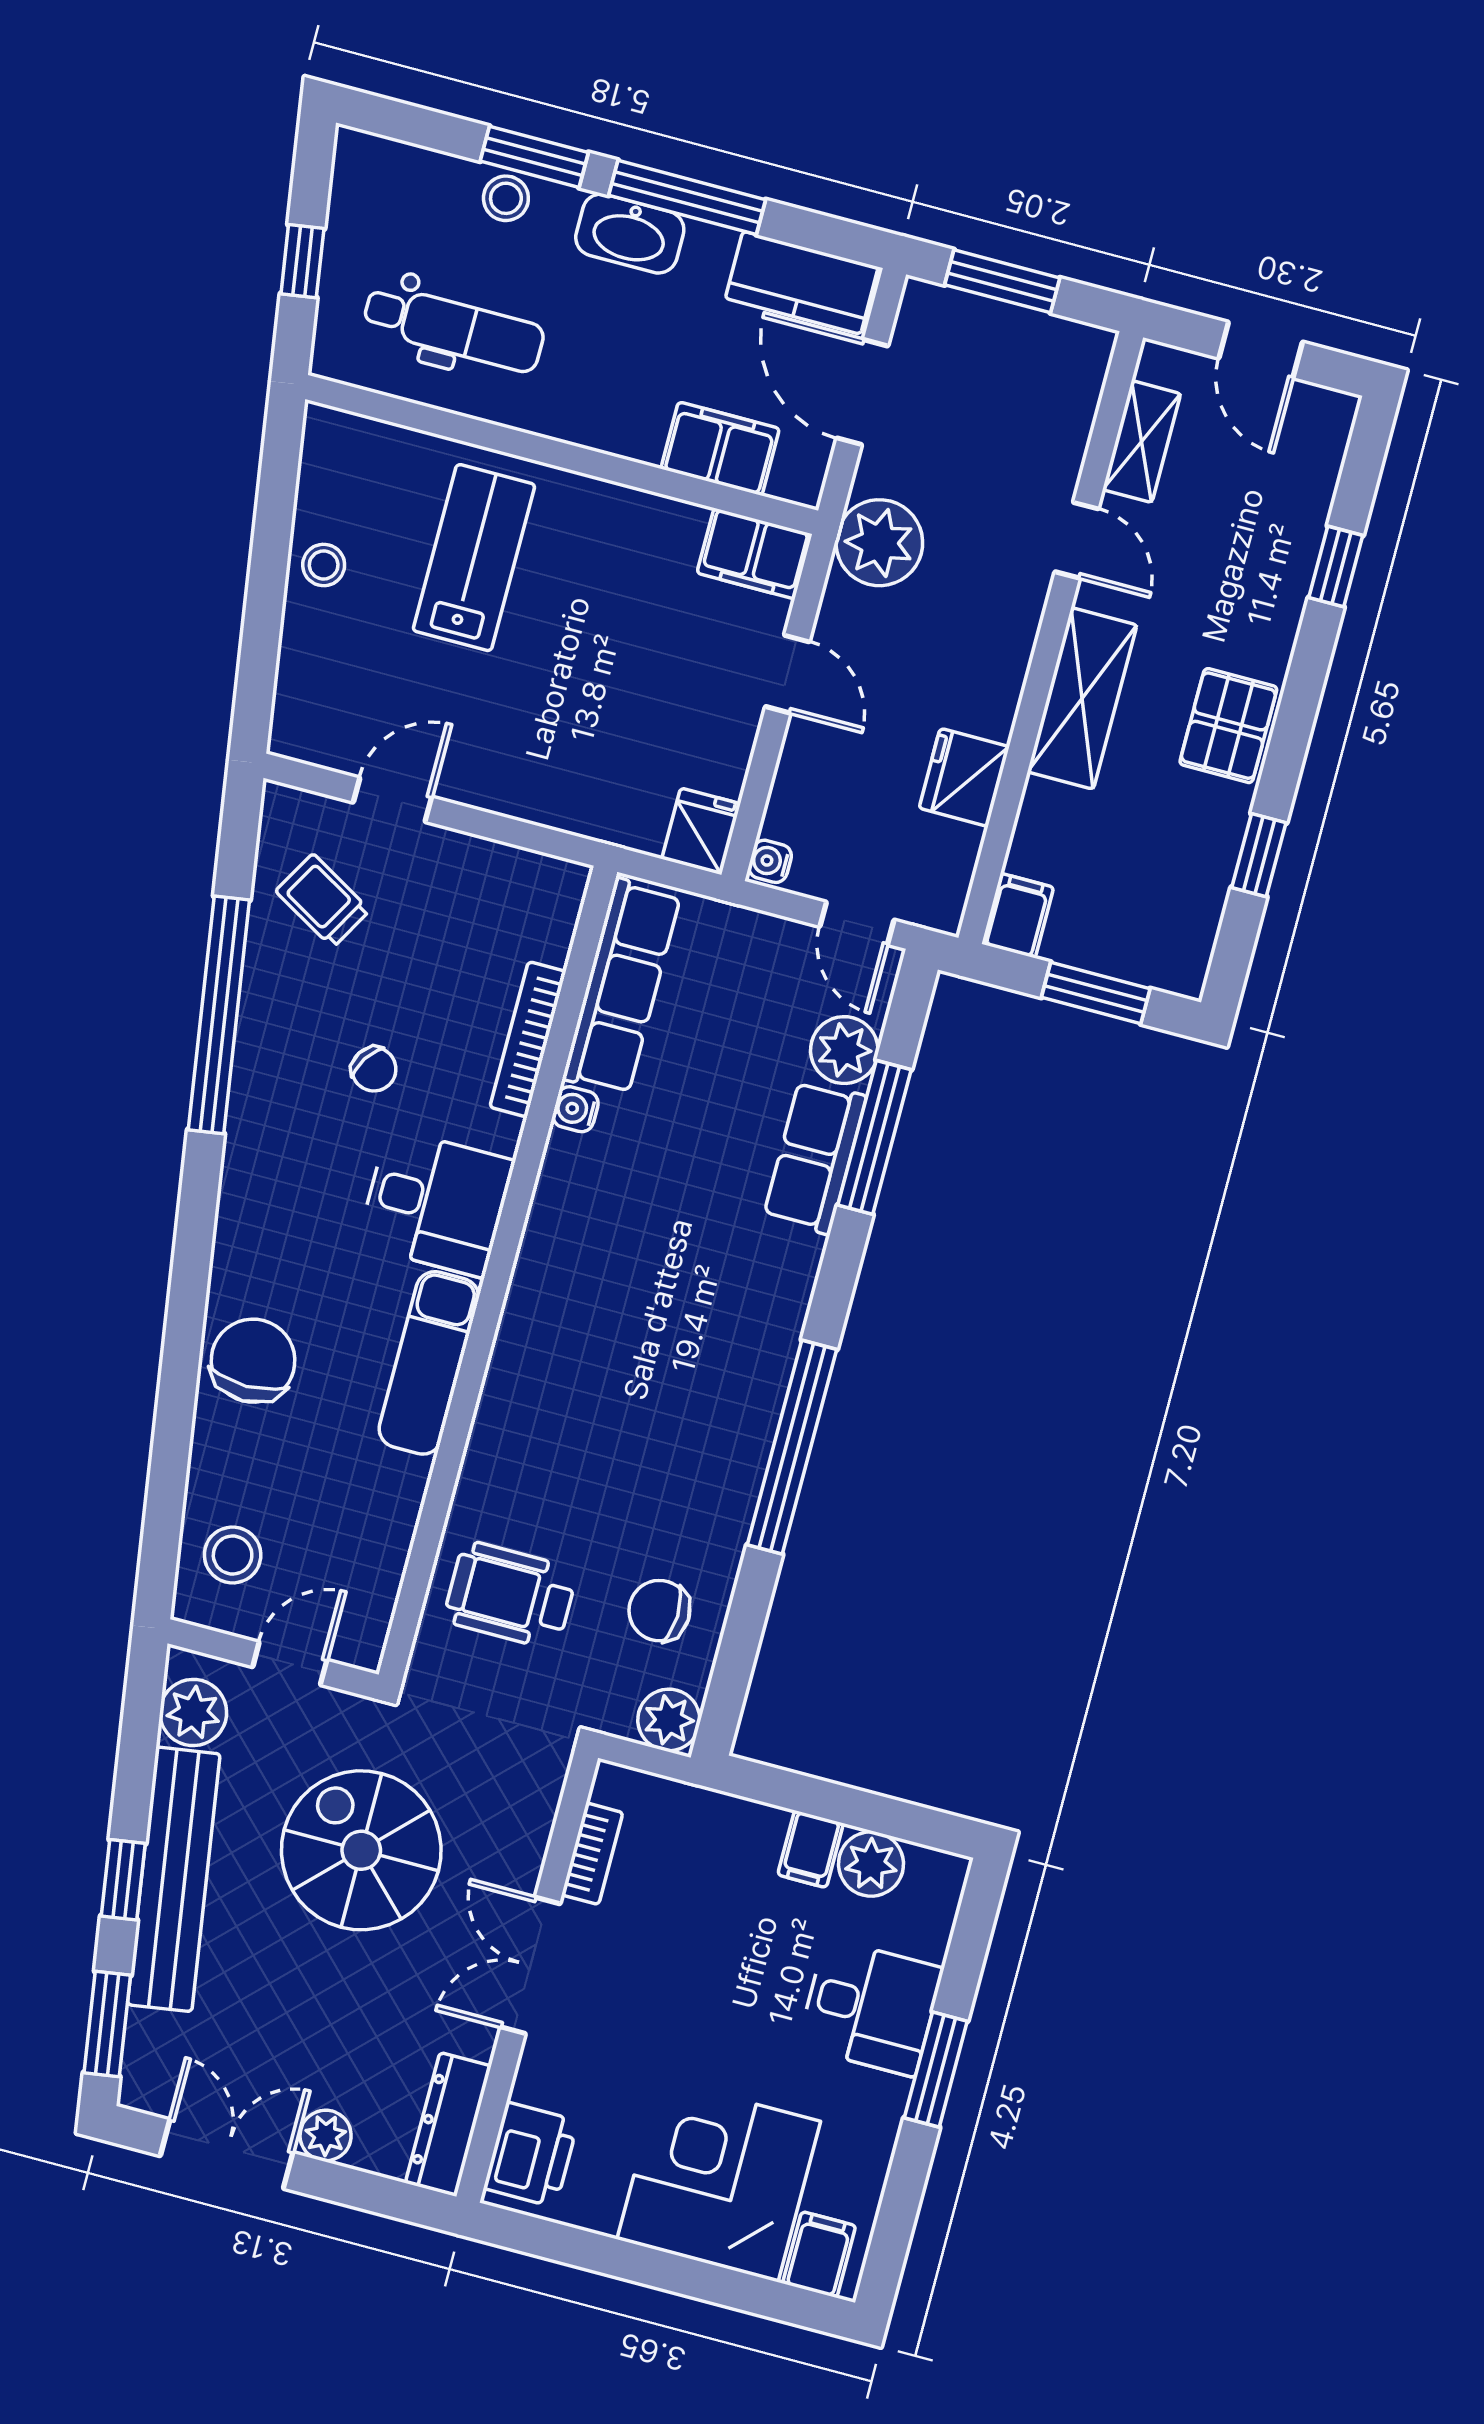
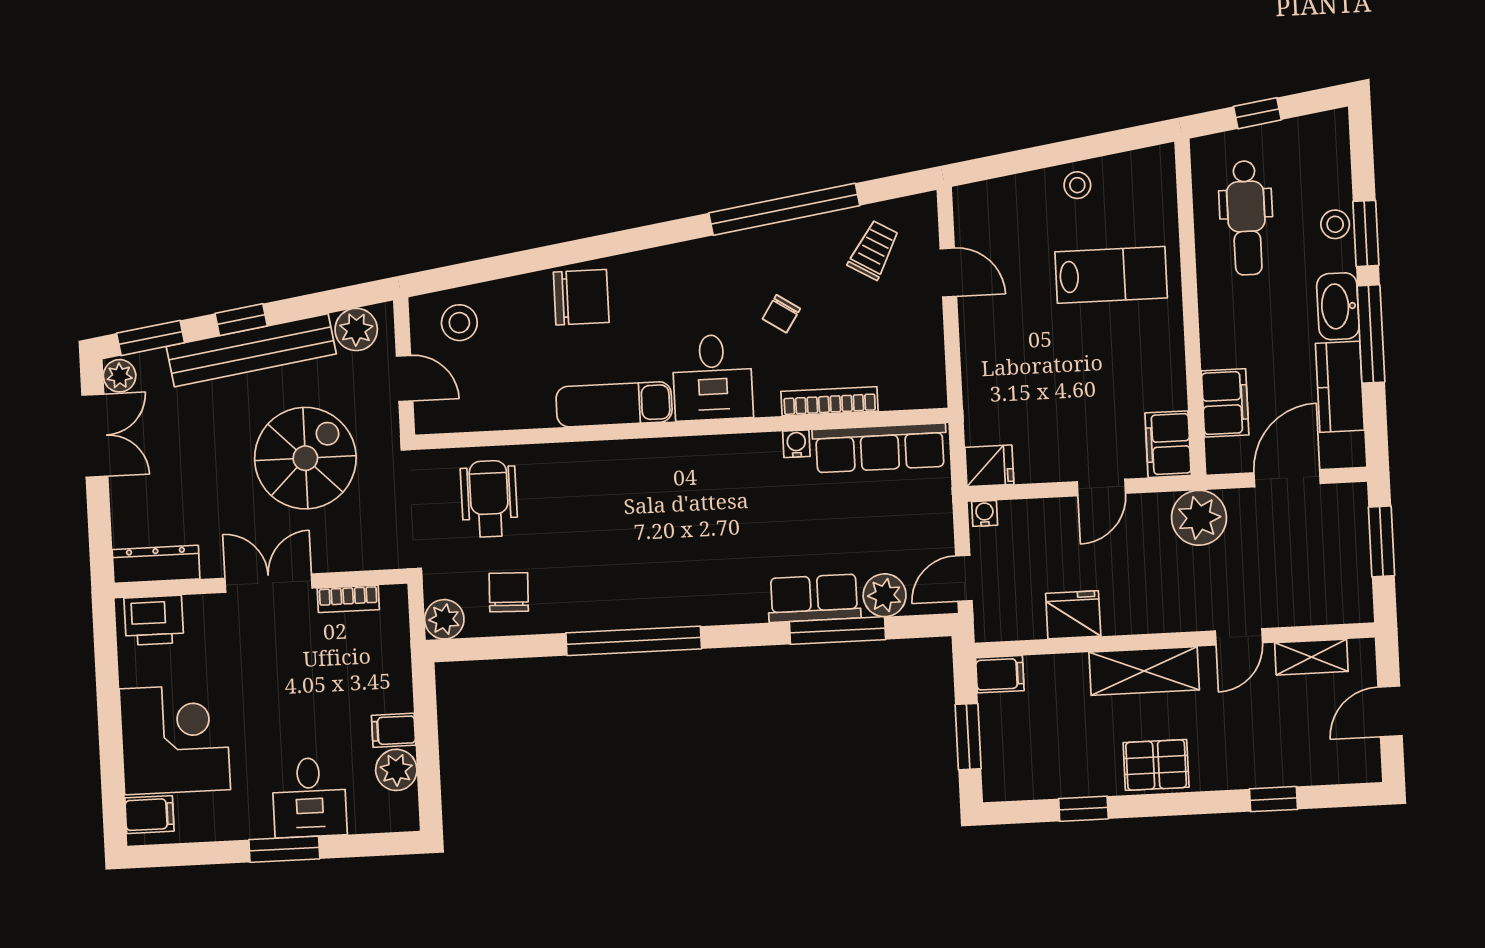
kitchen counter: (802, 283) -> (1340, 387), moved
plant: (326, 2135) -> (120, 376), moved

